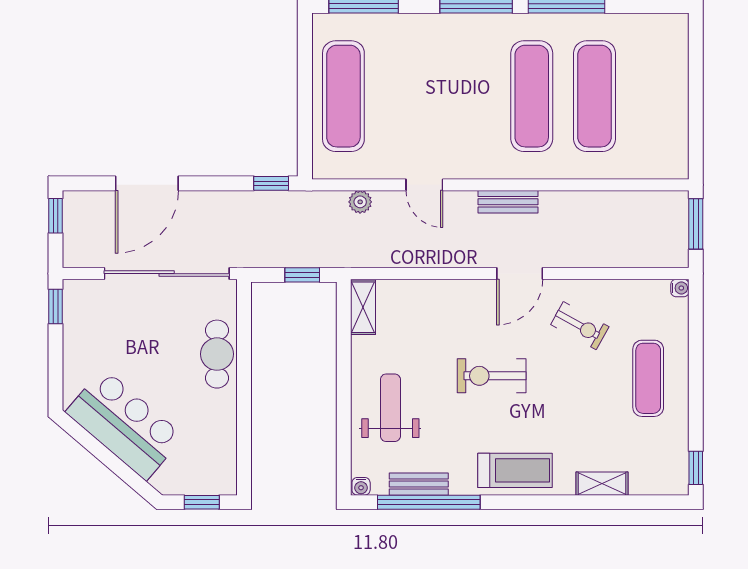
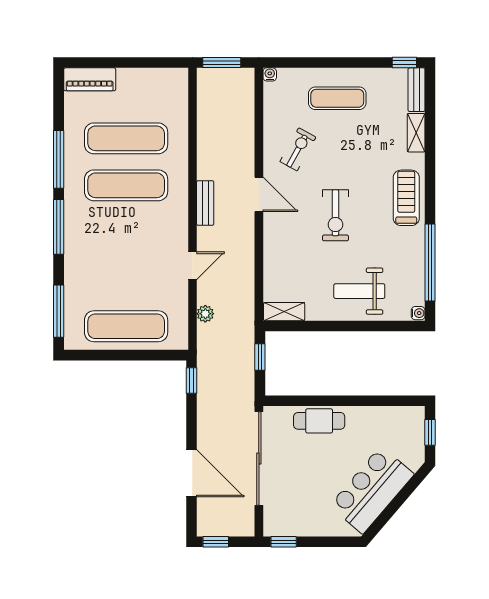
piano: (673, 47) -> (90, 79), added
bench: (419, 484) -> (416, 90), moved

